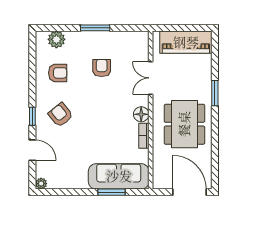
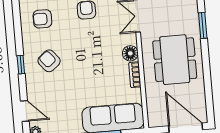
armchair: (58, 73) -> (42, 19), turned 180
door: (32, 150) -> (25, 111), moved

